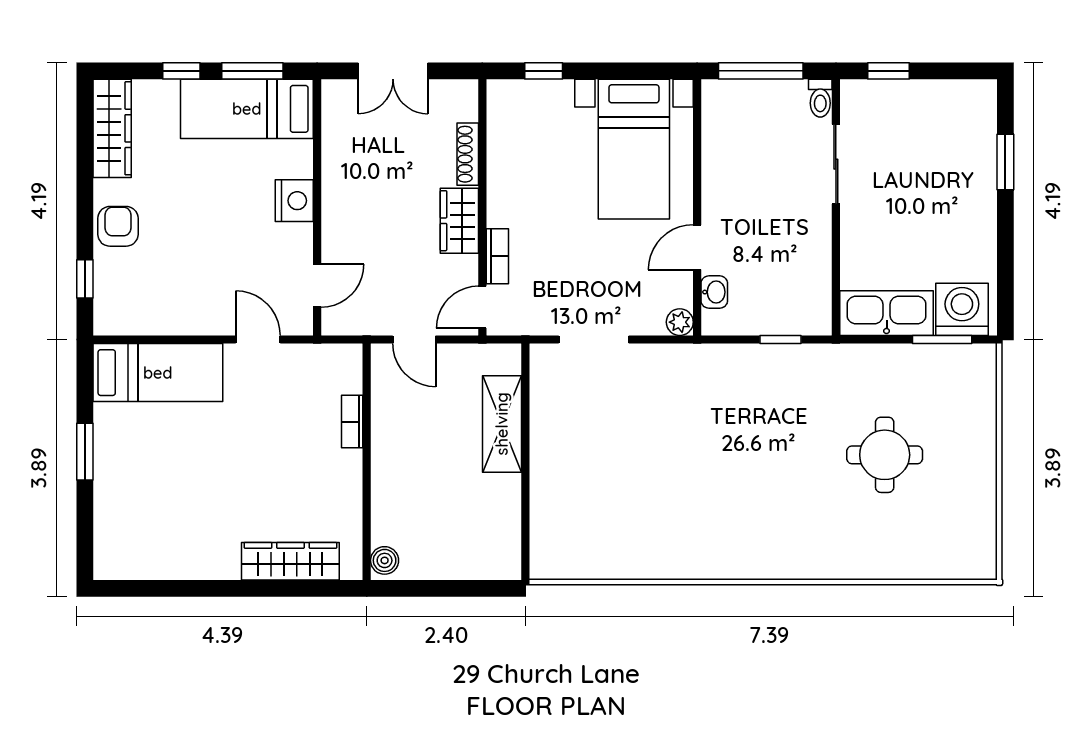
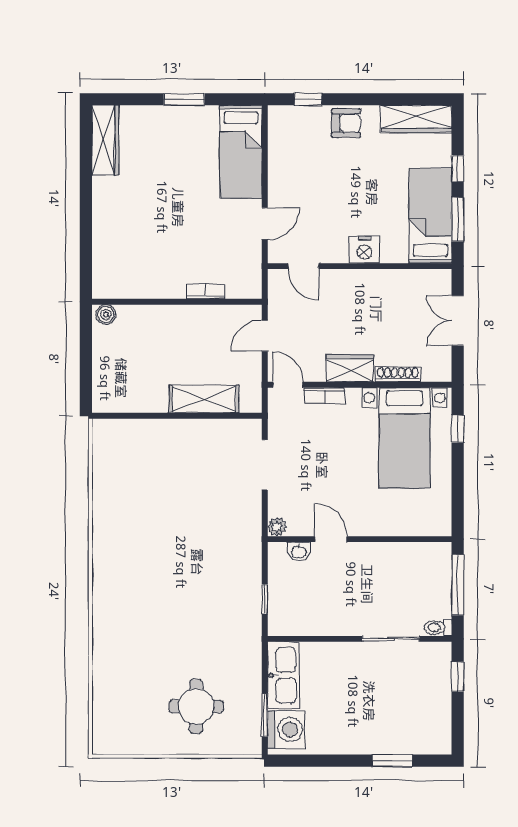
bed with nightstands: (634, 149) -> (405, 438), moved, turned -90
round table: (885, 455) -> (196, 706), moved
wardrobe: (290, 561) -> (105, 140), moved

